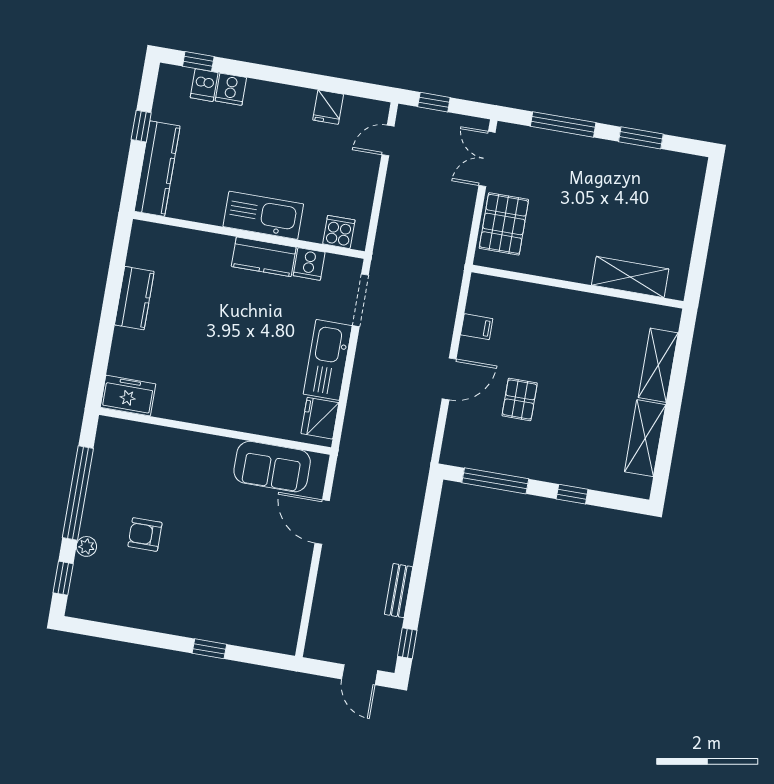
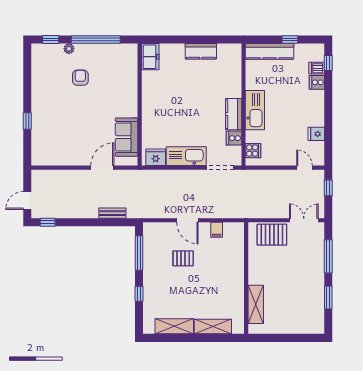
bench: (399, 591) -> (112, 213), moved

